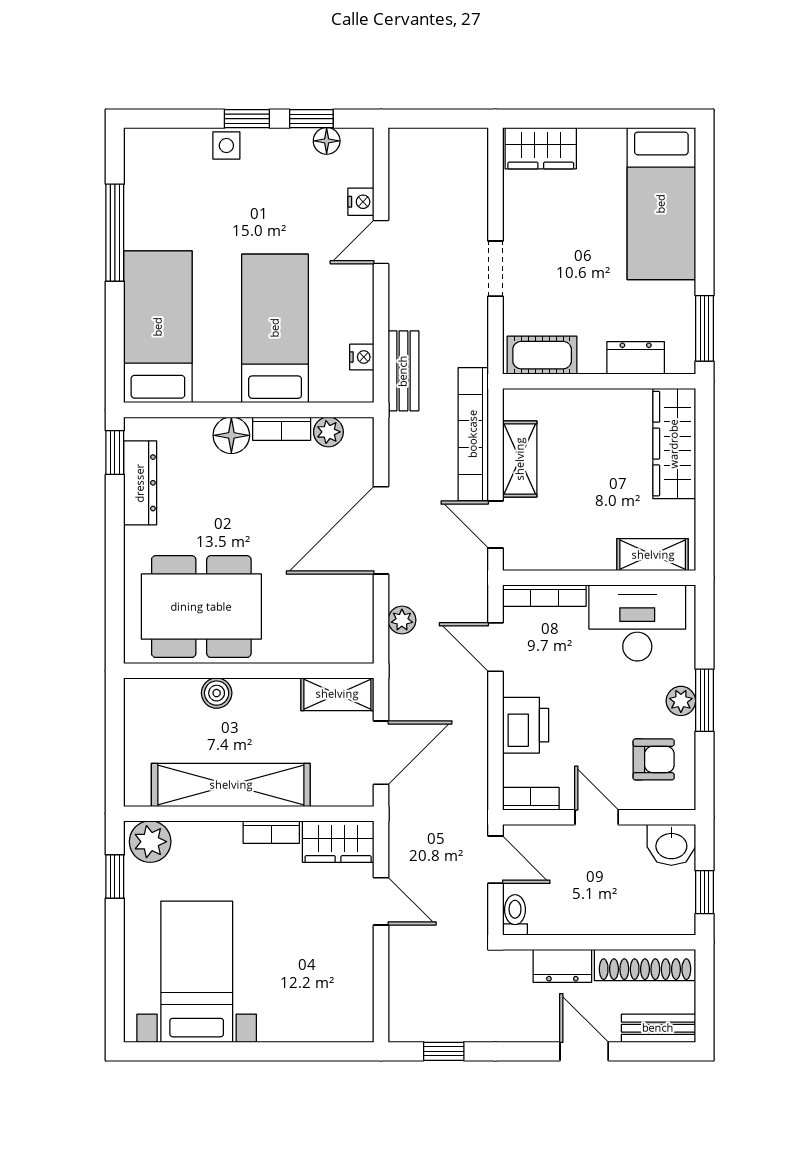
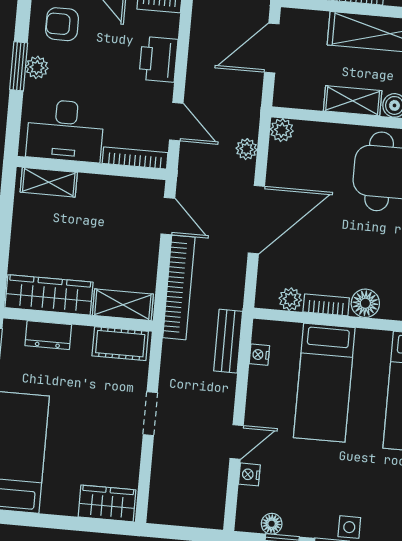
wardrobe: (674, 444) -> (49, 295), moved, turned -90
shelving: (520, 459) -> (123, 305), moved, turned 90
plant: (359, 648) -> (282, 130), added
shelving: (337, 694) -> (353, 101), moved

